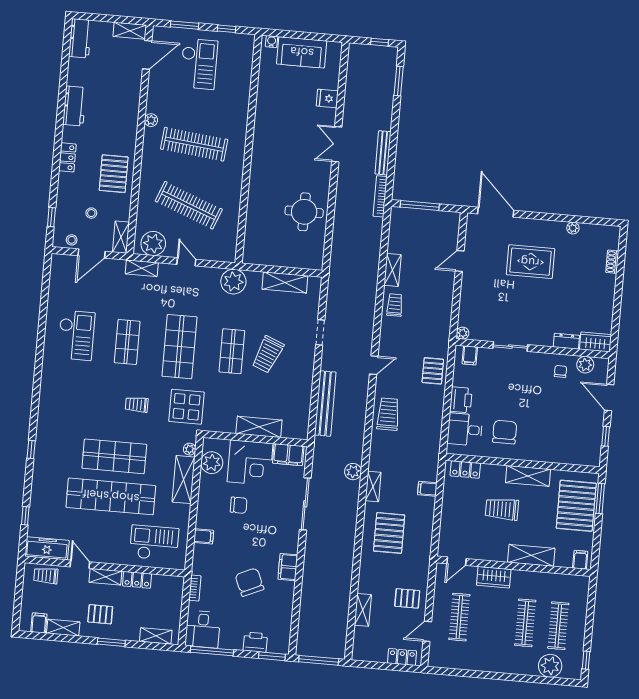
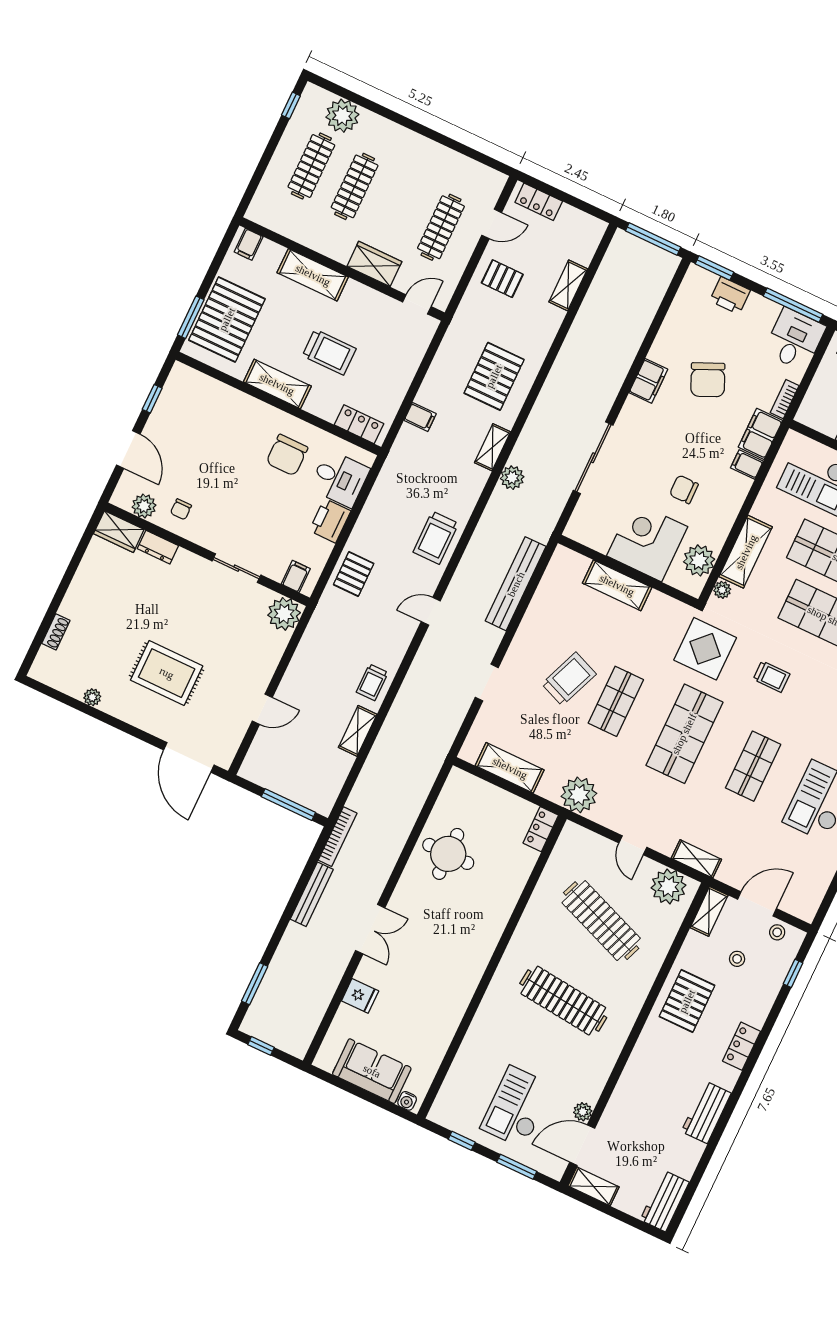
plant: (151, 120) -> (583, 1112), moved
locker: (250, 250) -> (541, 829), added
plant: (463, 333) -> (284, 614), width x1.87, depth x1.87
filing cabinet: (288, 455) -> (760, 434), moved, turned -90

